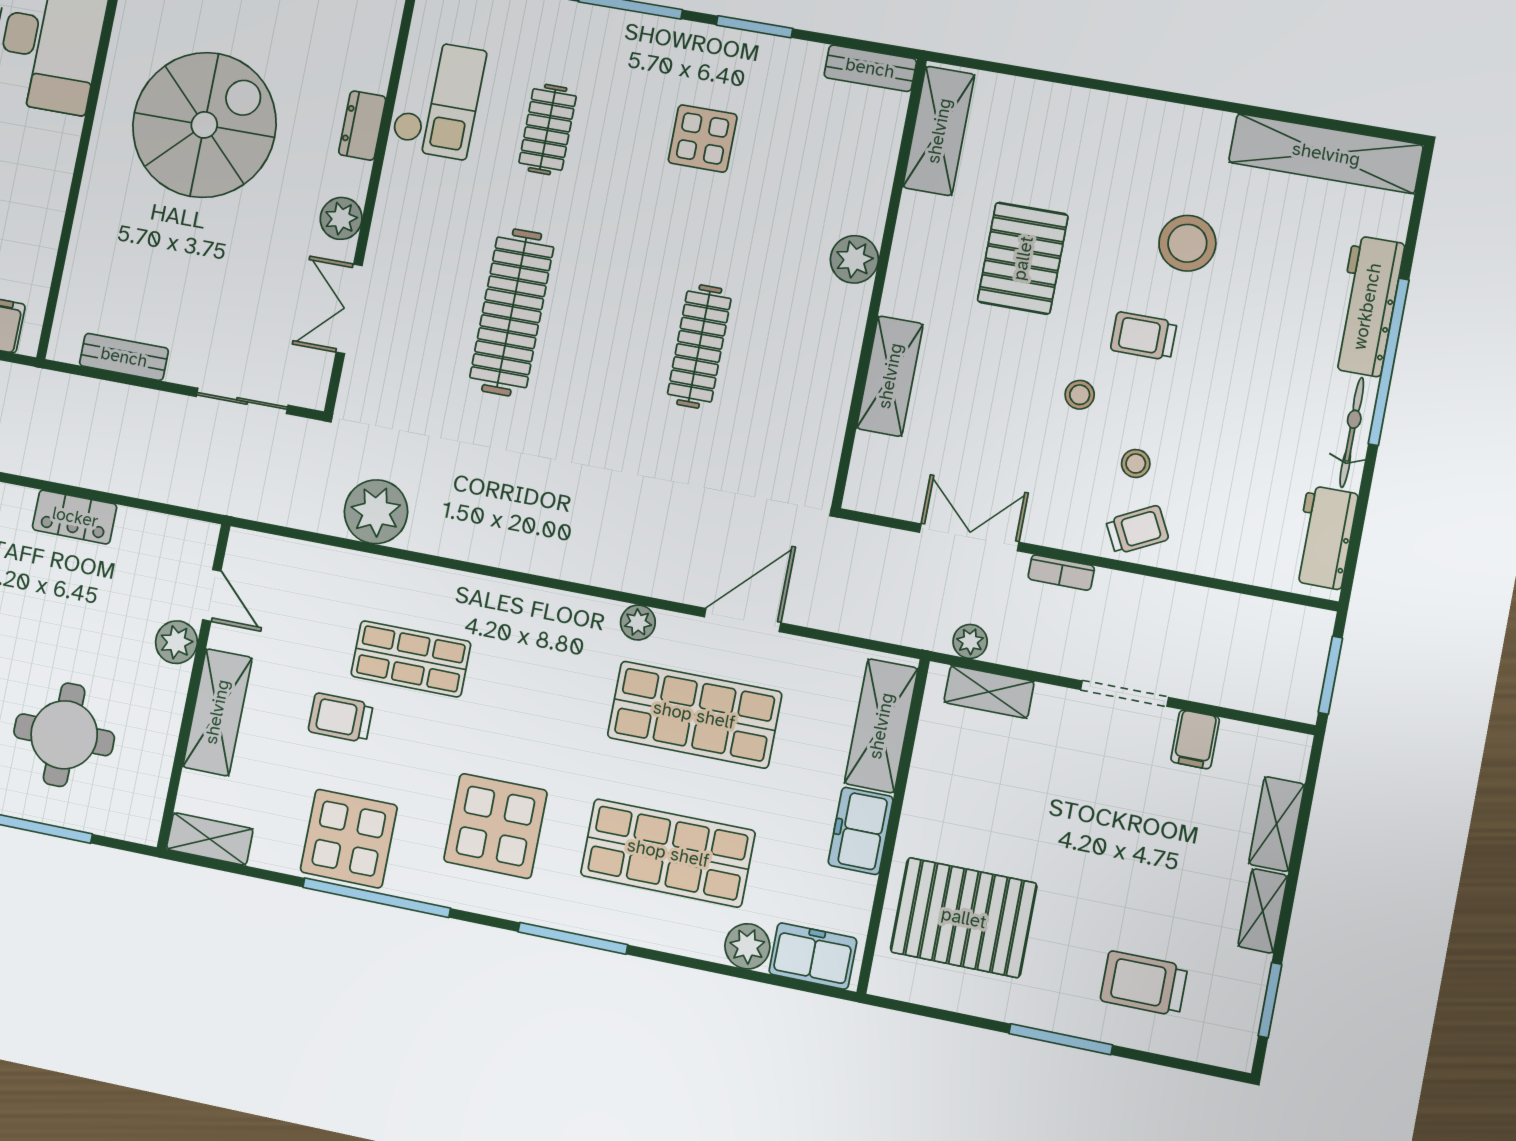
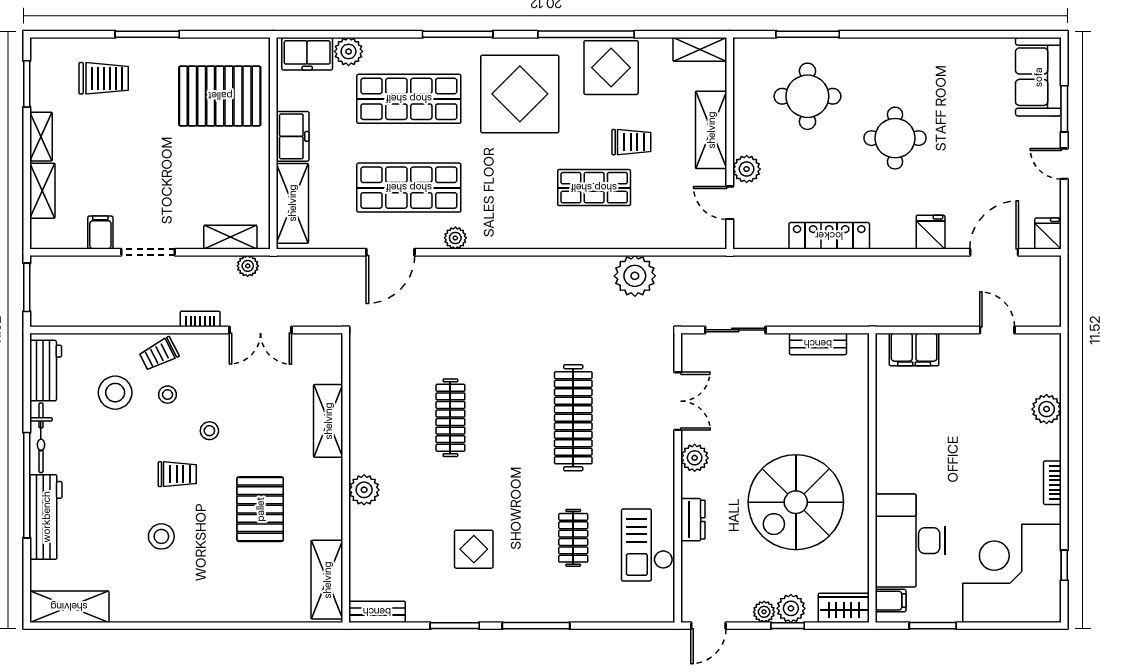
shelving: (1326, 154) -> (69, 607), width x0.68
stool: (1187, 243) -> (161, 536), width x0.73, depth x0.73
stool: (1219, 482) -> (115, 393), added
locker: (75, 517) -> (829, 236), width x1.53
display table: (495, 826) -> (520, 94), width x1.36, depth x1.36

